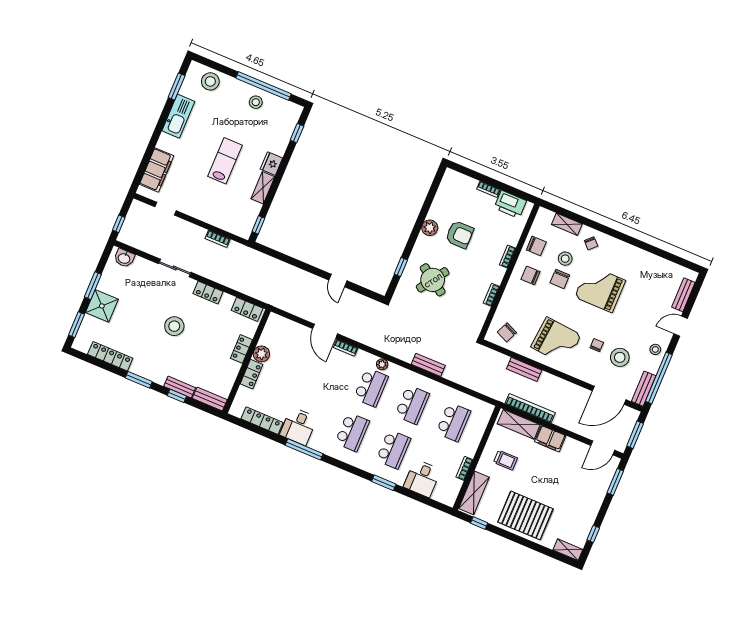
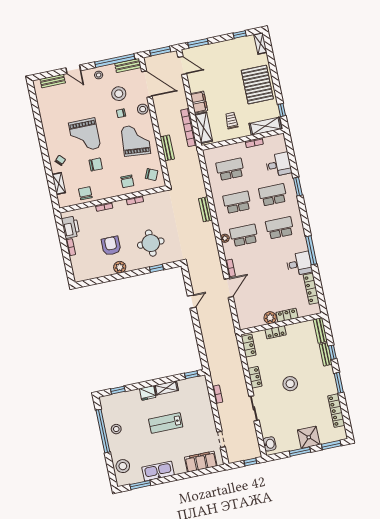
stool: (565, 259) -> (143, 109), moved
chair: (531, 275) -> (127, 181), moved
round table: (433, 280) -> (151, 243), turned -34

